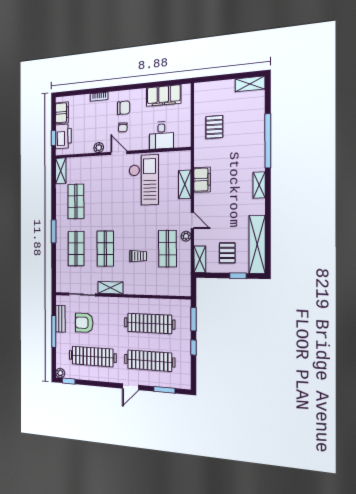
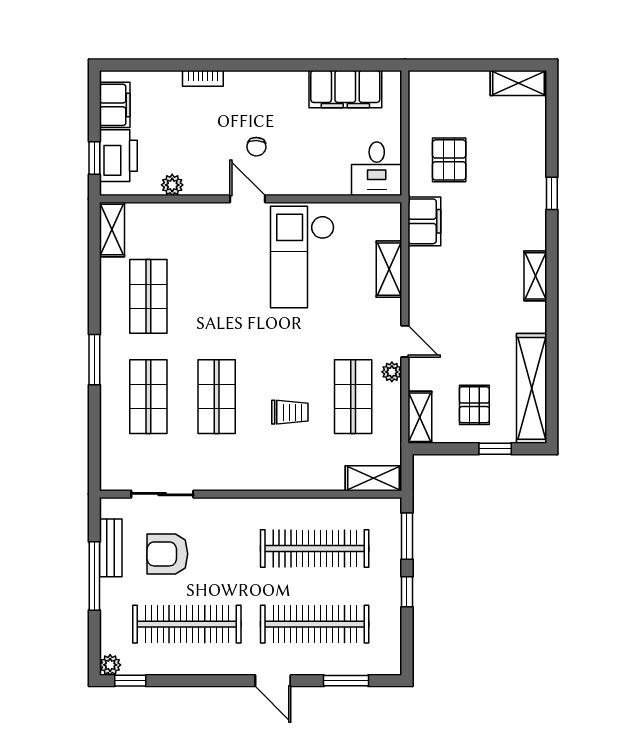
chair: (124, 108) -> (258, 106), removed
desk: (161, 135) -> (377, 169), moved
window: (268, 141) -> (552, 193), width x0.32
plant: (99, 148) -> (172, 185), moved
checkout: (144, 180) -> (302, 257), turned 180
filing cabinet: (202, 180) -> (424, 221), moved
shelving: (110, 288) -> (374, 478), moved
door: (130, 387) -> (273, 681), hinge flipped

